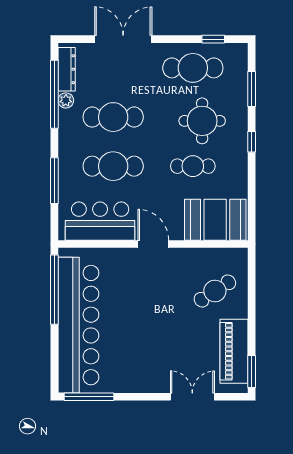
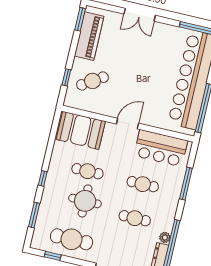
cafe table: (113, 117) -> (135, 218), width x0.73, depth x0.74
round table: (202, 121) -> (85, 201), moved
cafe table: (113, 166) -> (143, 184), width x0.73, depth x0.74
door: (153, 244) -> (128, 124), swing flipped
window: (252, 288) -> (66, 77), added
double door: (192, 397) -> (140, 15), moved

